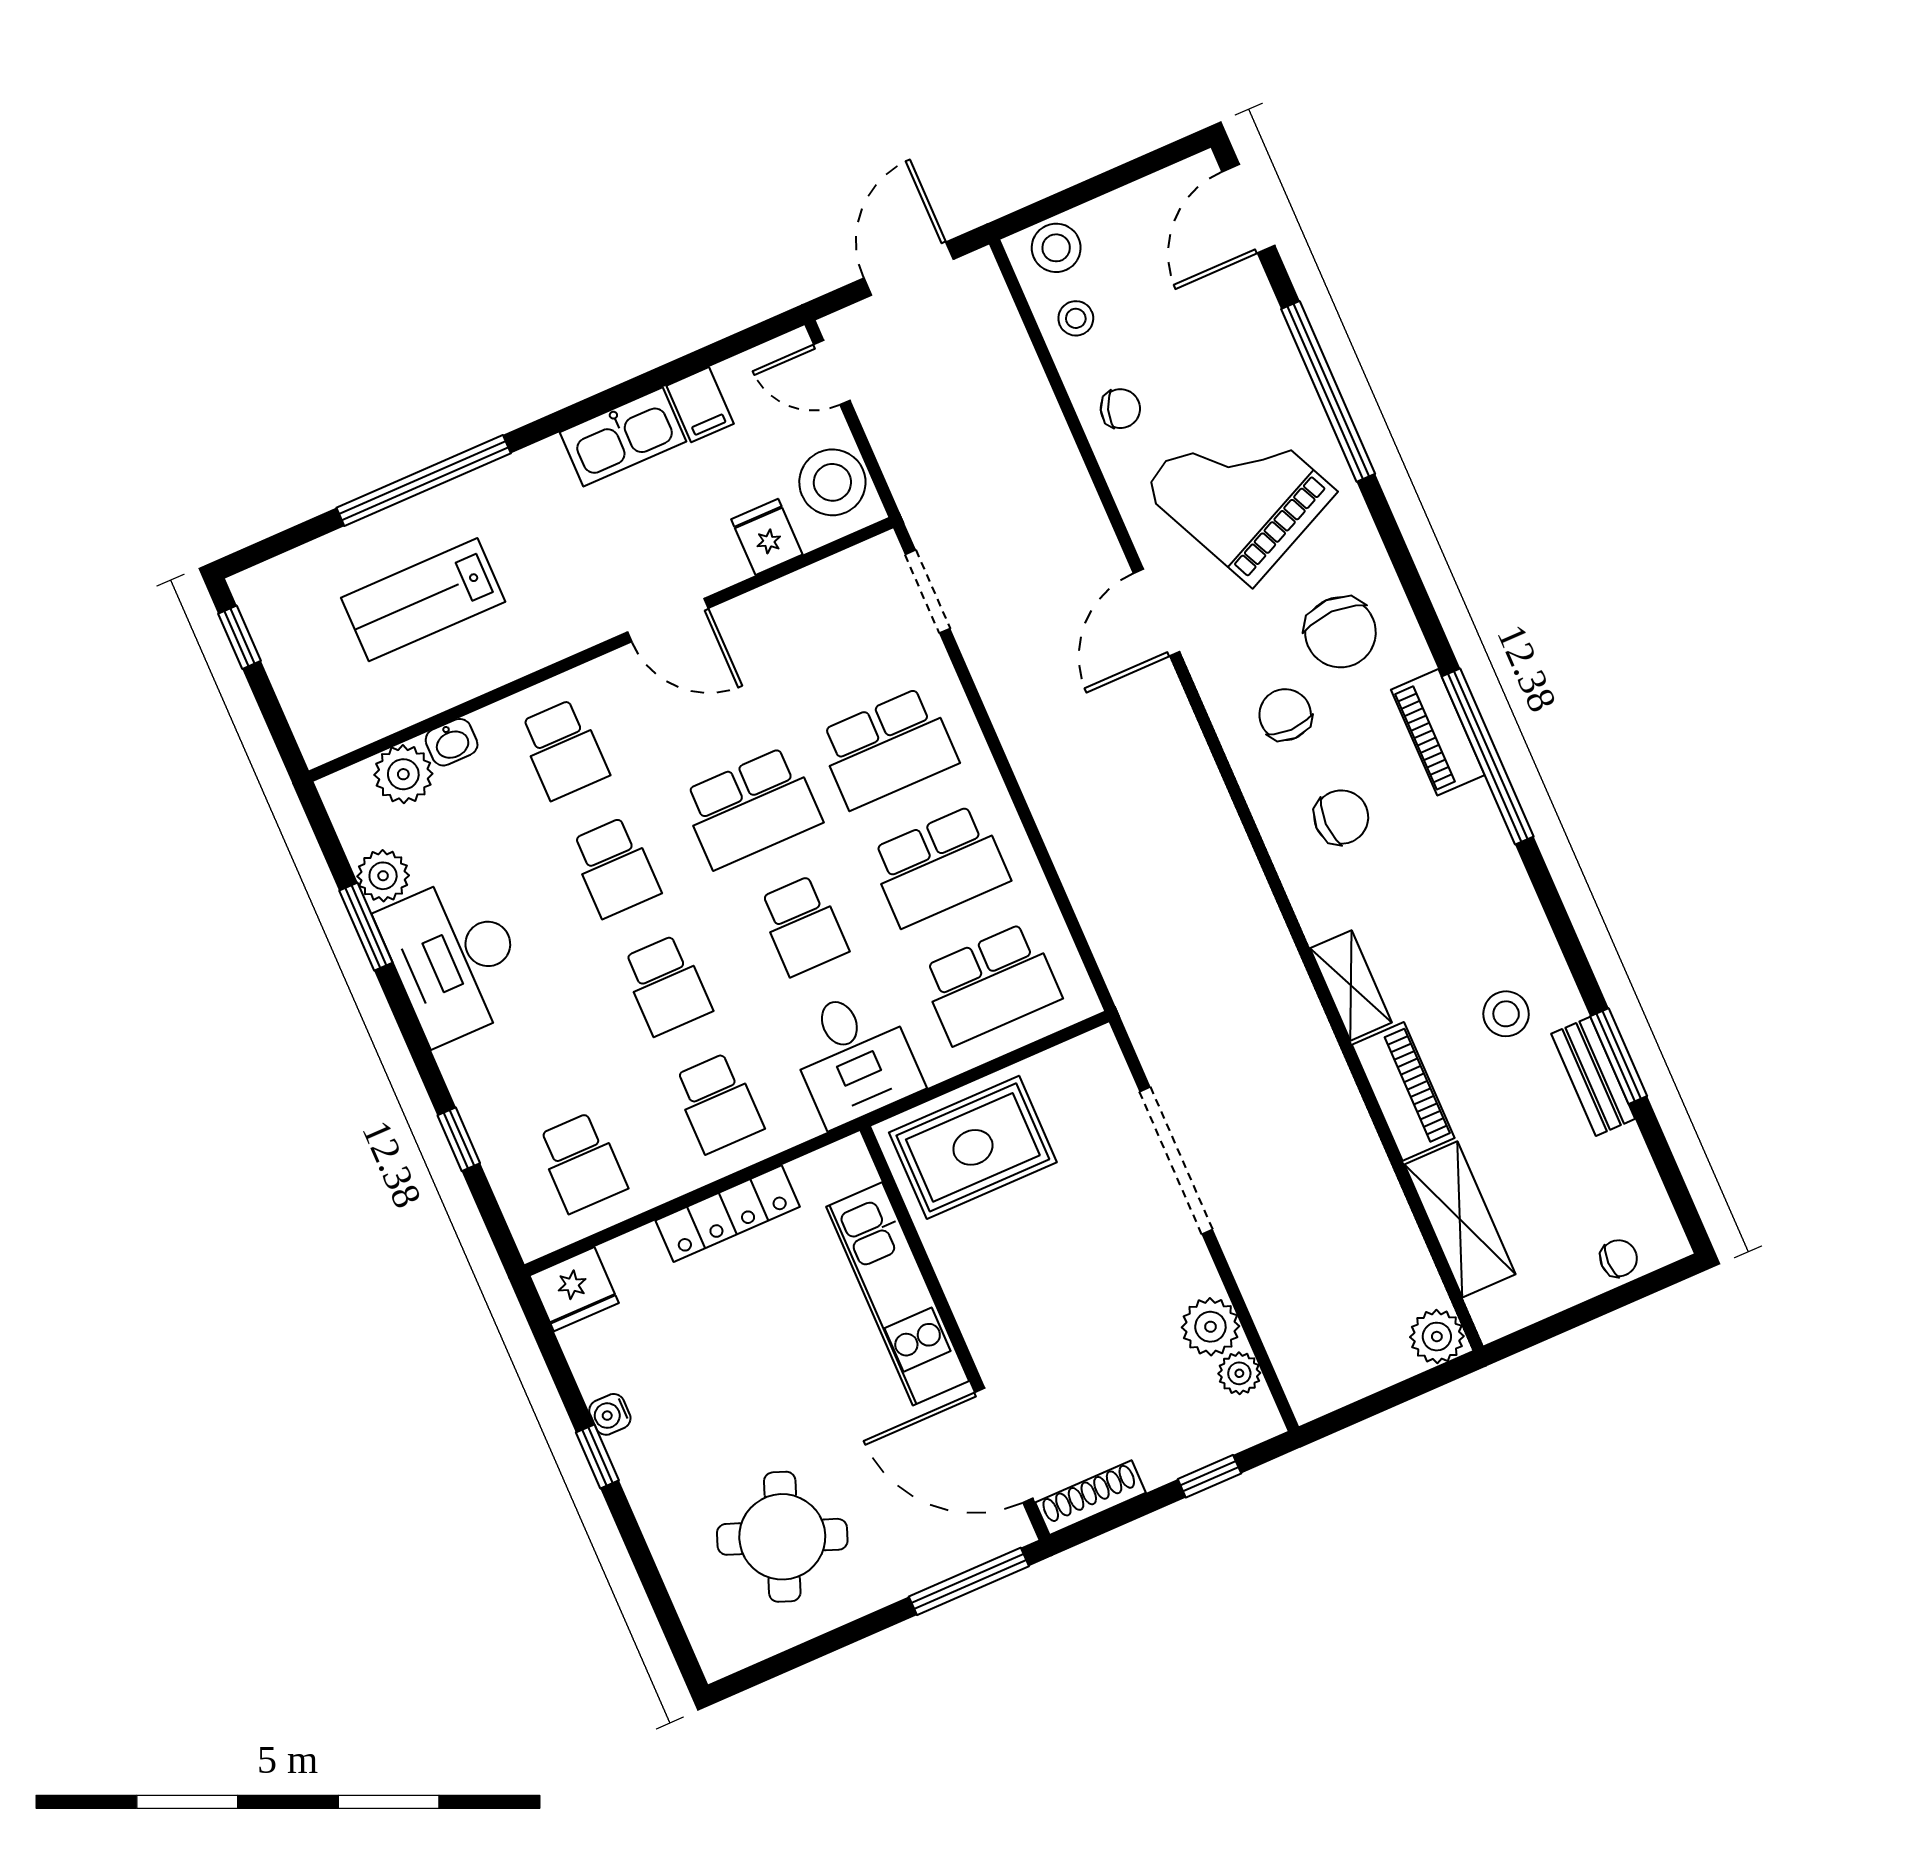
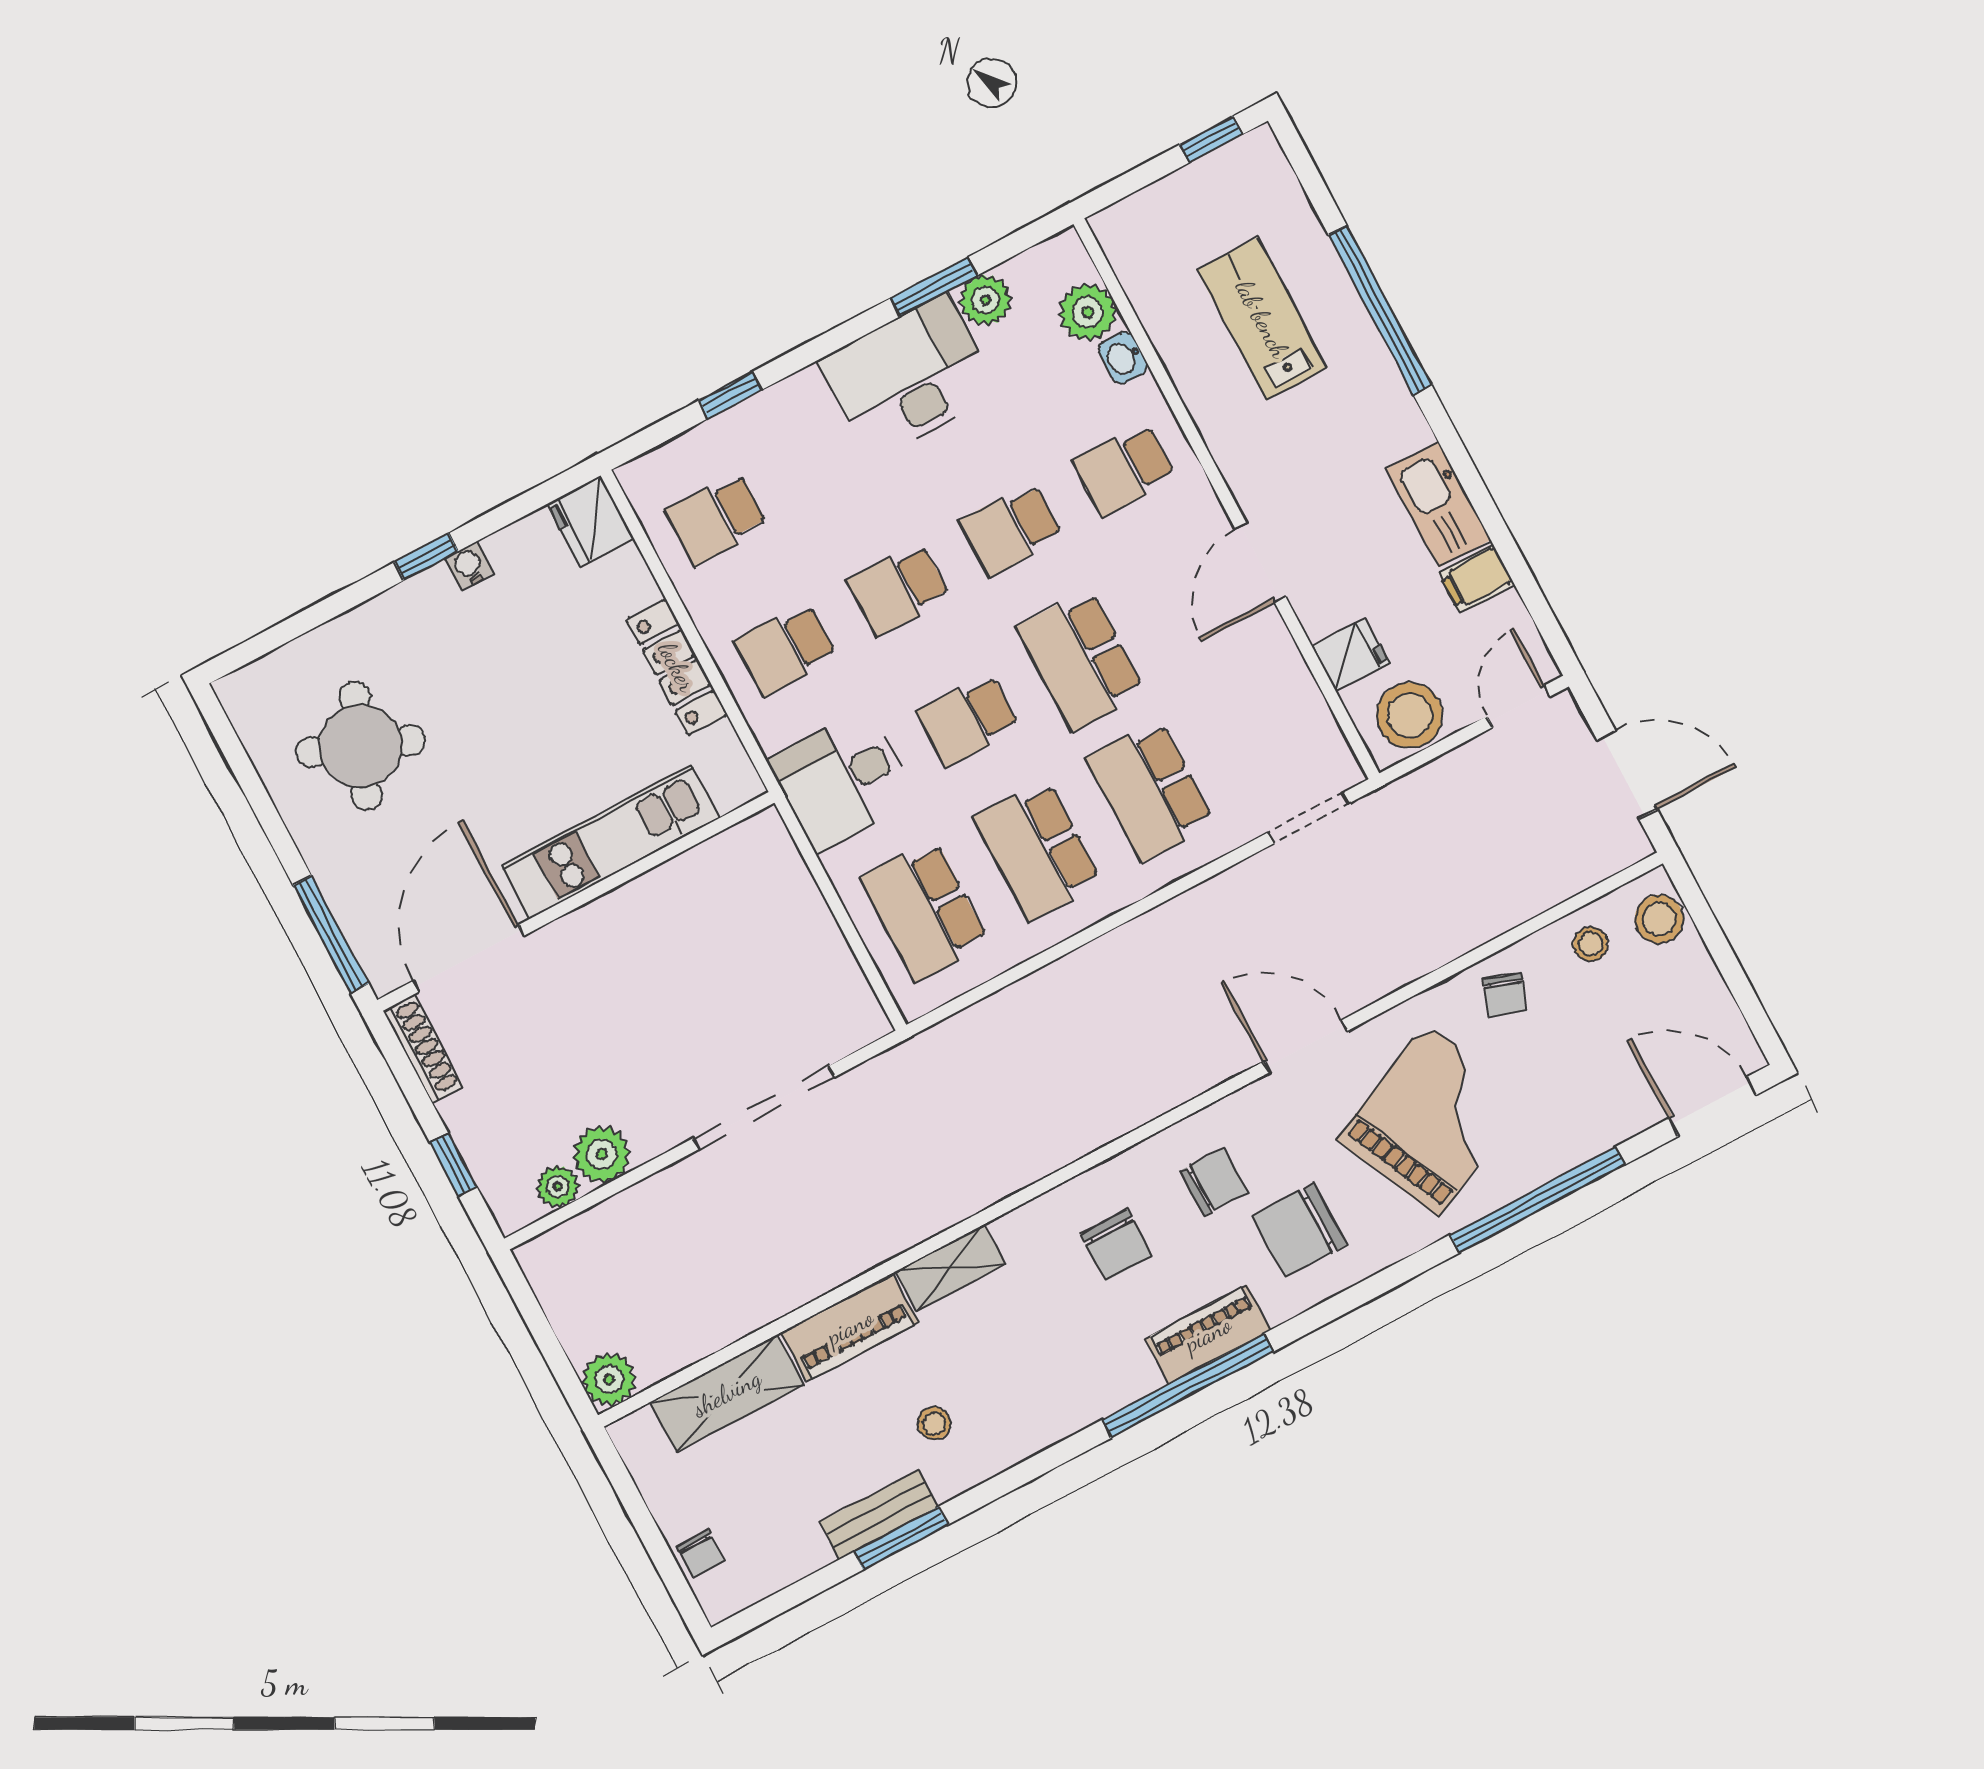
stool: (1506, 1014) -> (934, 1423), width x0.73, depth x0.73
rug: (973, 1147) -> (761, 905), removed

